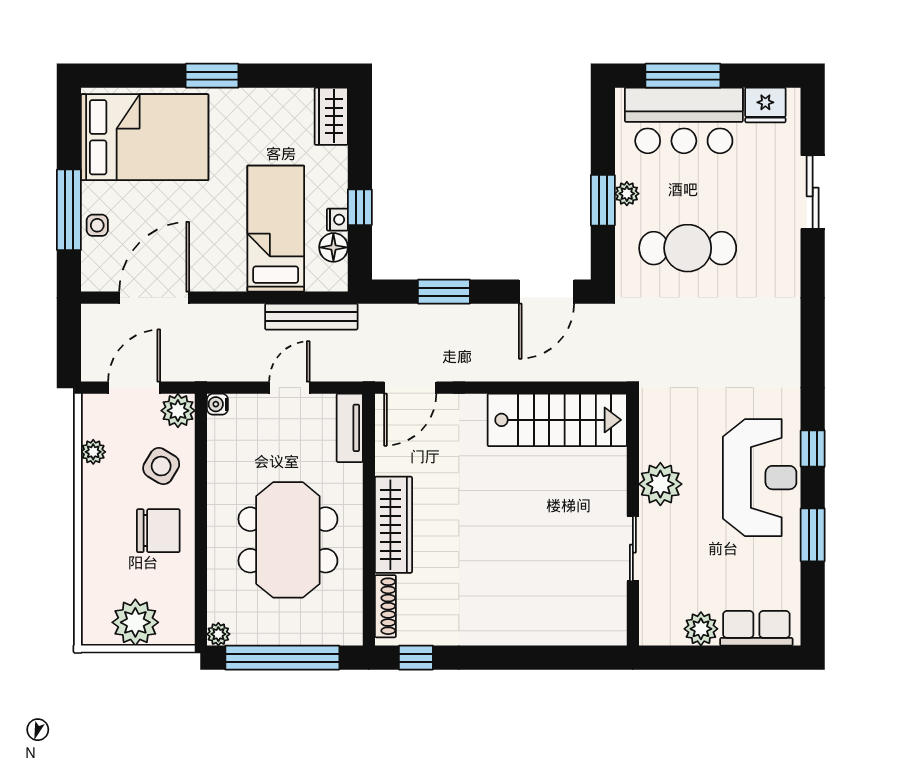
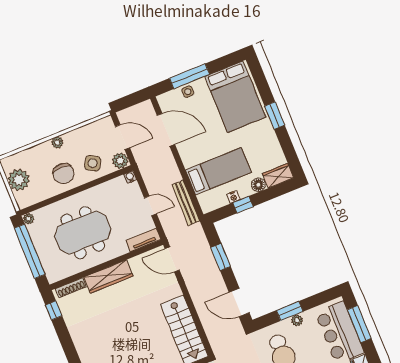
floor lamp: (333, 247) -> (258, 185), moved
plant: (93, 452) -> (57, 142), moved

